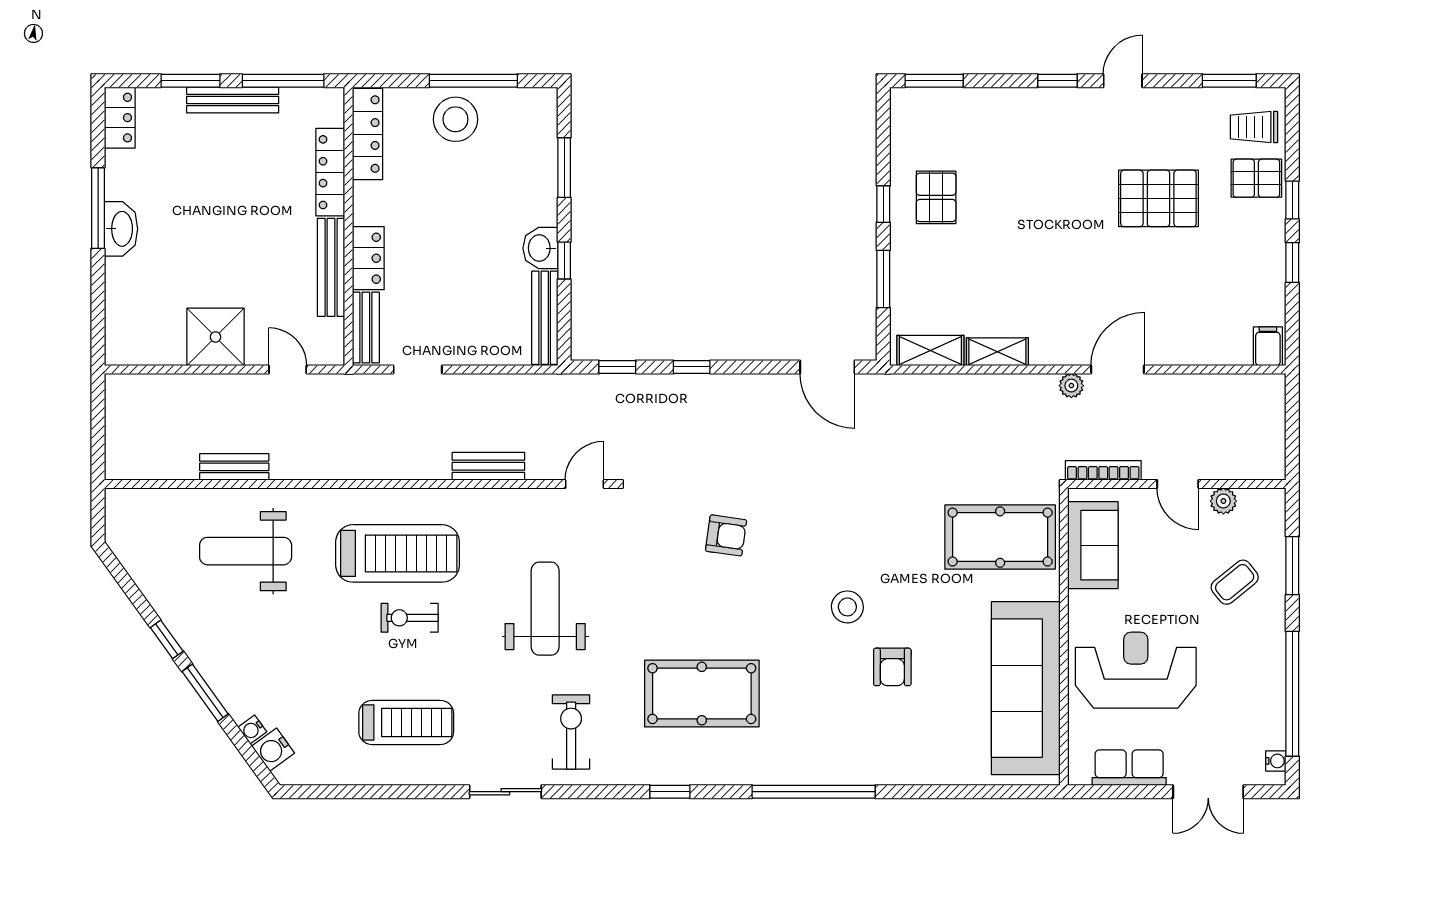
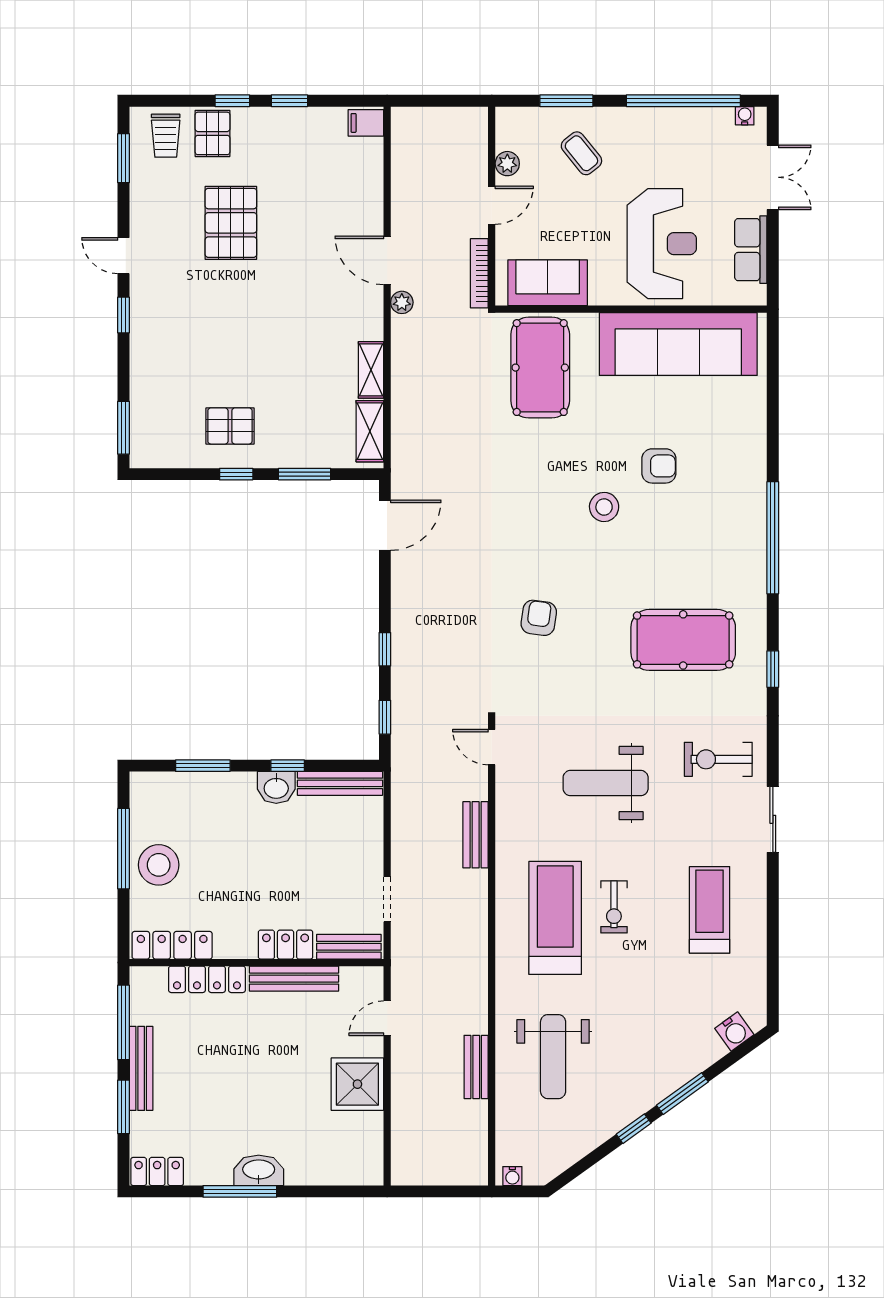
reception desk: (1136, 670) -> (662, 244), turned 180
pool table: (702, 694) -> (683, 640), turned 90
water cooler: (252, 730) -> (512, 1176), moved, turned 36

